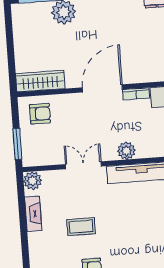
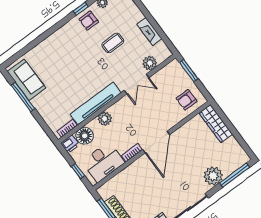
wardrobe: (40, 81) -> (216, 124), moved, turned 90
plant: (126, 151) -> (105, 119), moved
plant: (33, 181) -> (150, 63), moved

